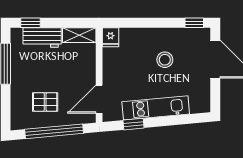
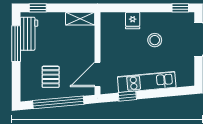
workbench: (42, 37) -> (29, 34), moved, turned -90
fridge: (110, 37) -> (133, 21), moved
pallet: (45, 102) -> (51, 77), turned 90

